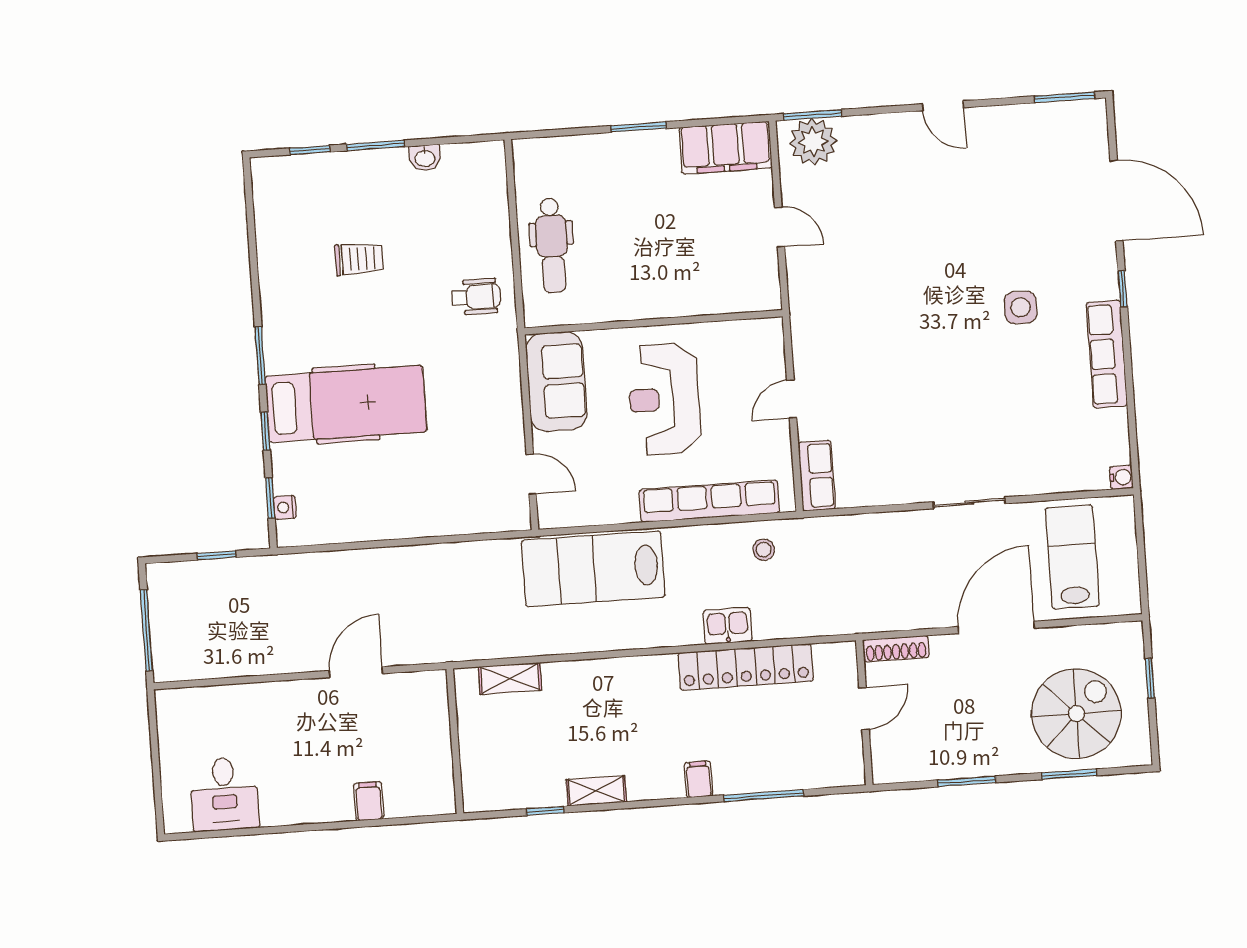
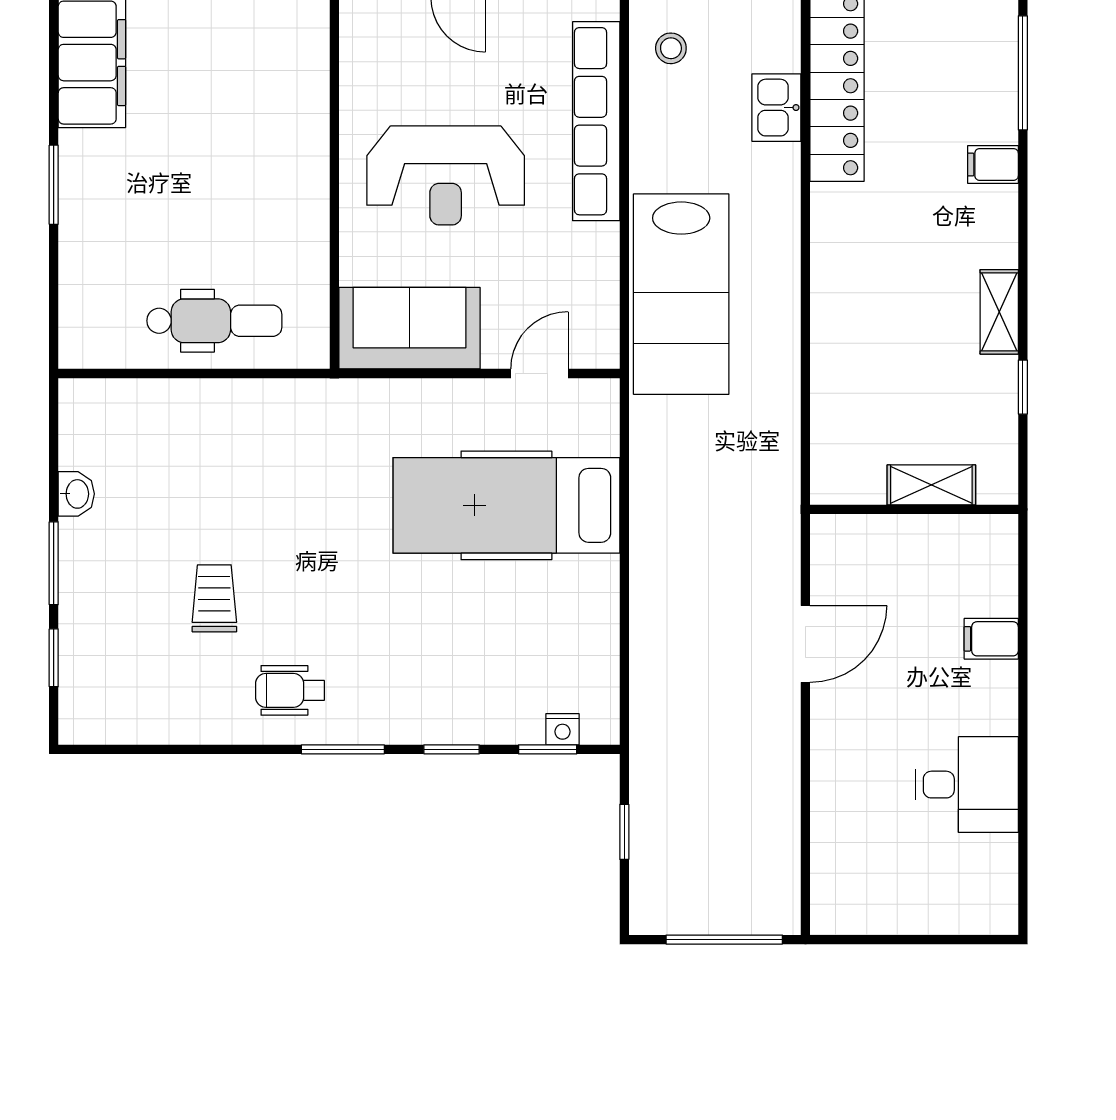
wheelchair: (476, 297) -> (290, 690), moved, turned -90
hospital bed: (346, 404) -> (506, 505), moved, turned -90
door: (356, 672) -> (805, 644), swing flipped
shelving: (510, 679) -> (931, 485), moved, turned 90
desk: (224, 794) -> (967, 785), moved

